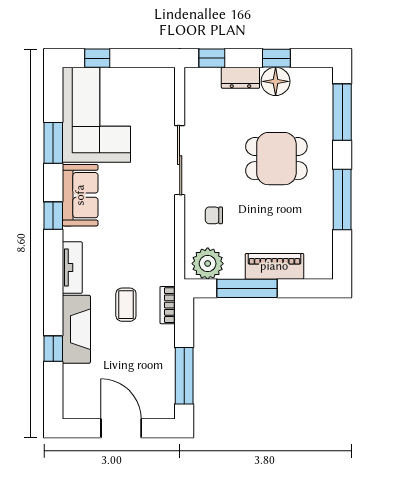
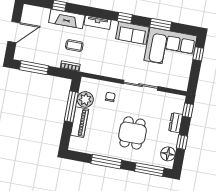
floor lamp: (276, 81) -> (168, 154), moved
plant: (208, 264) -> (85, 99), moved

